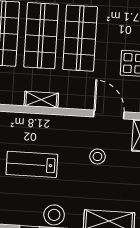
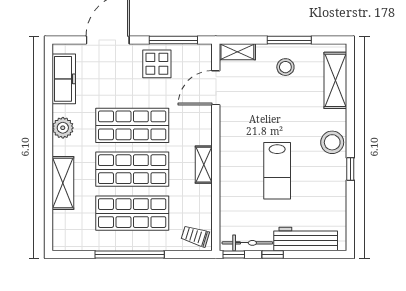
stool: (97, 156) -> (285, 67), moved

